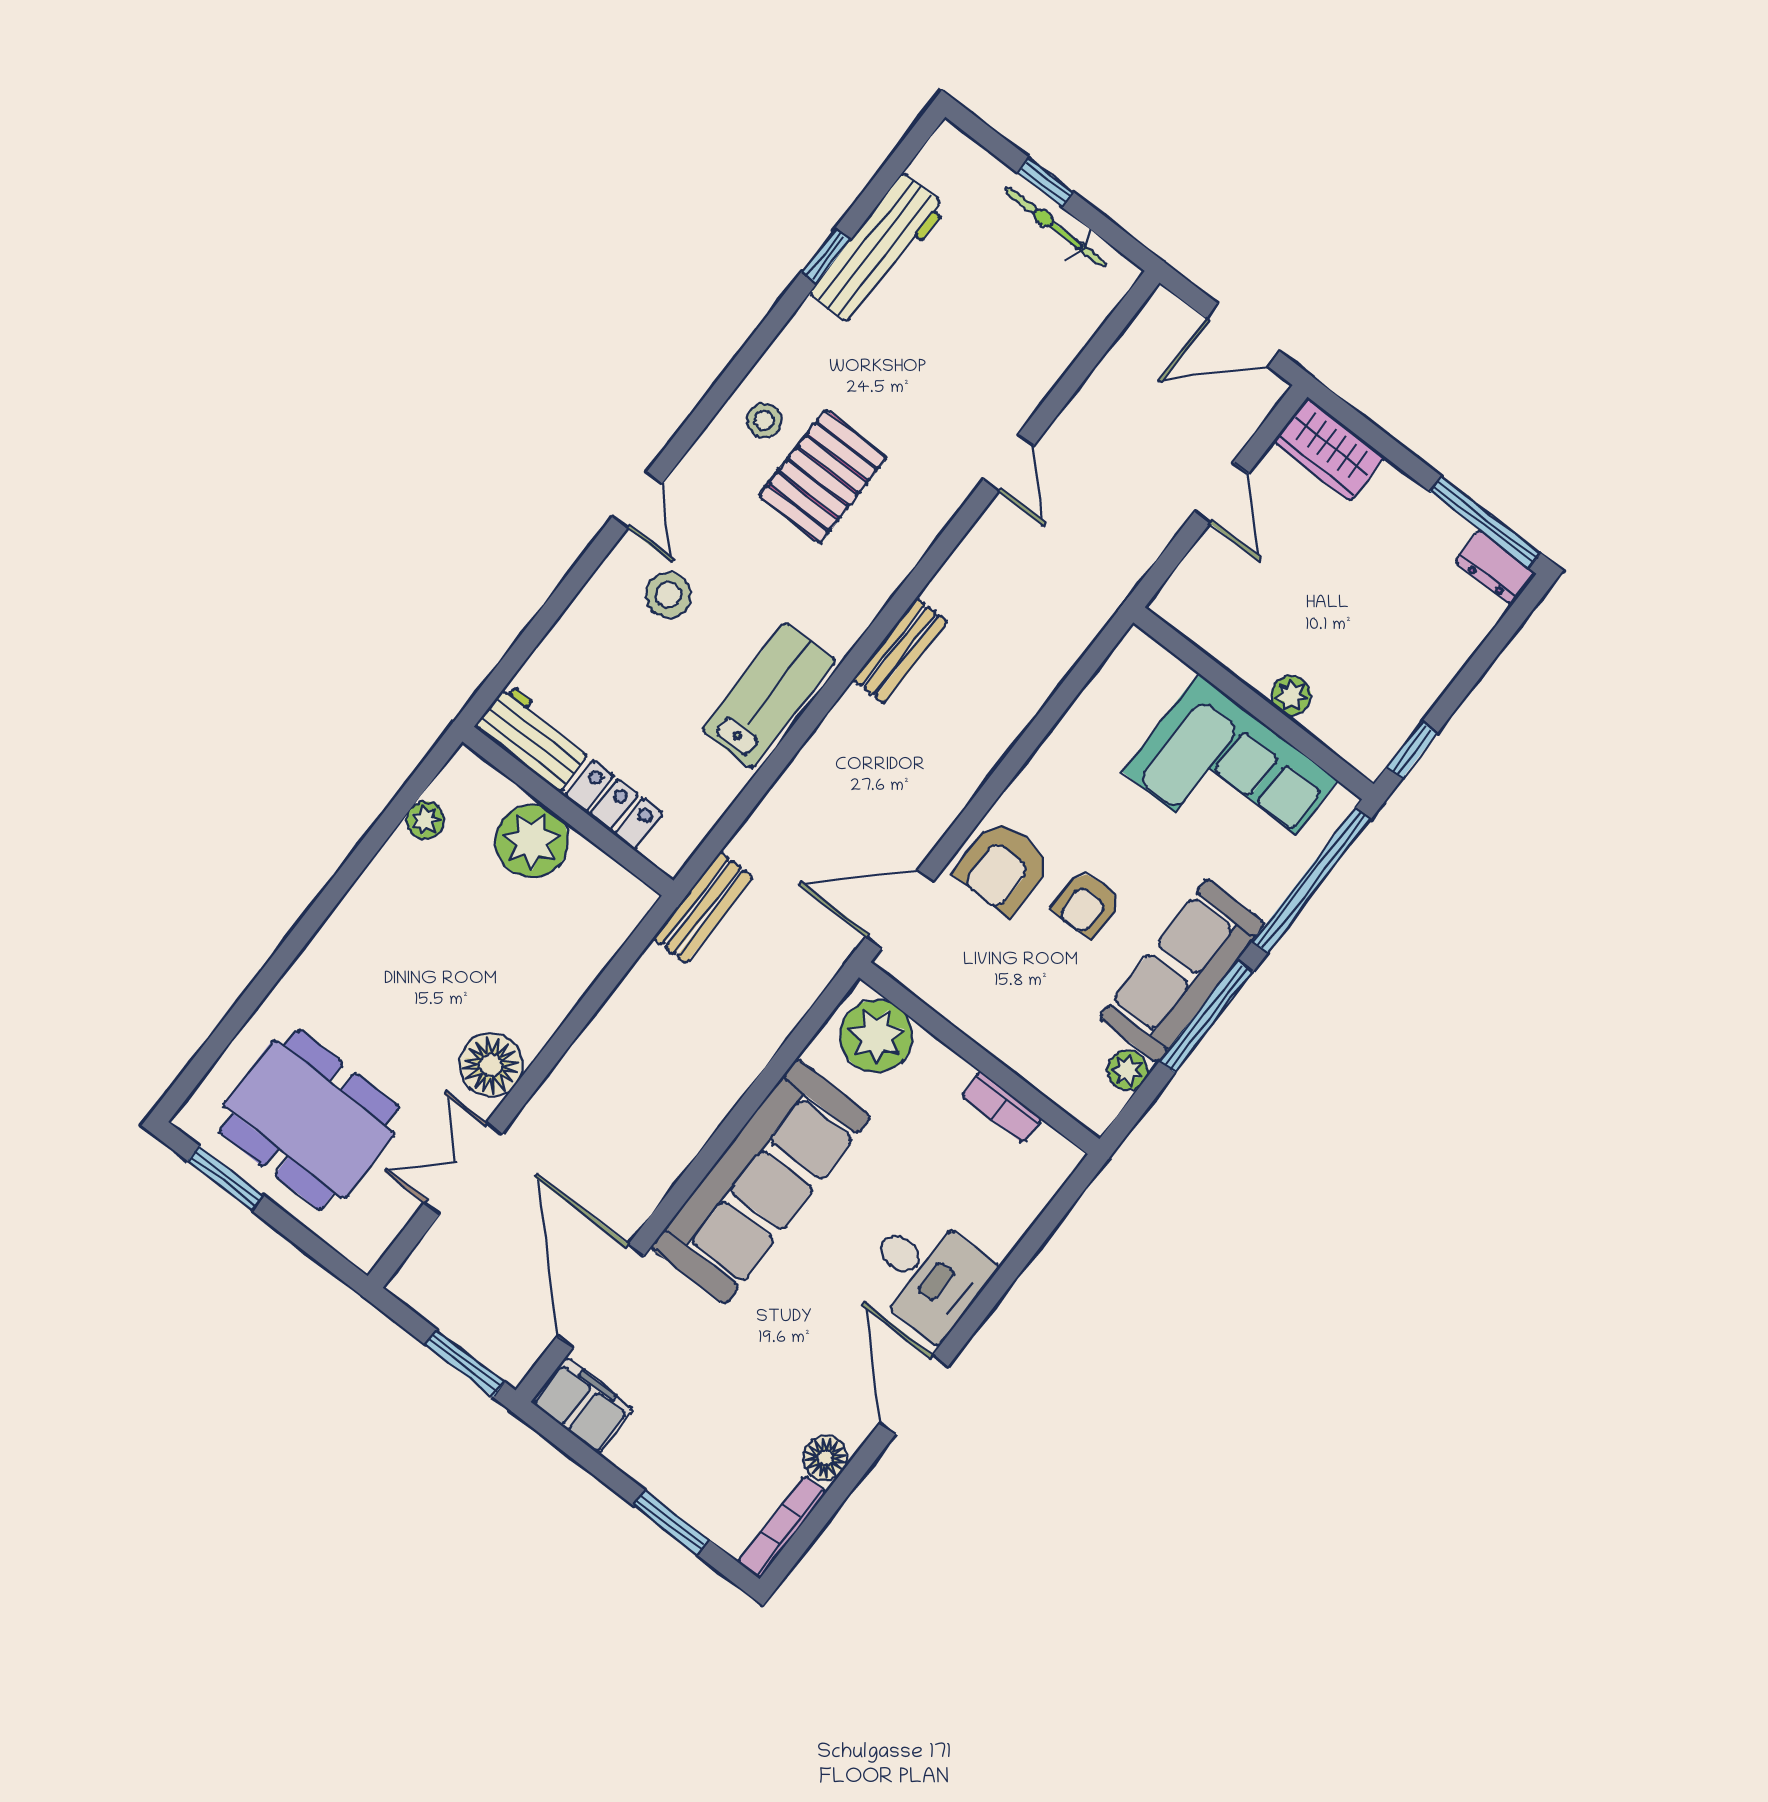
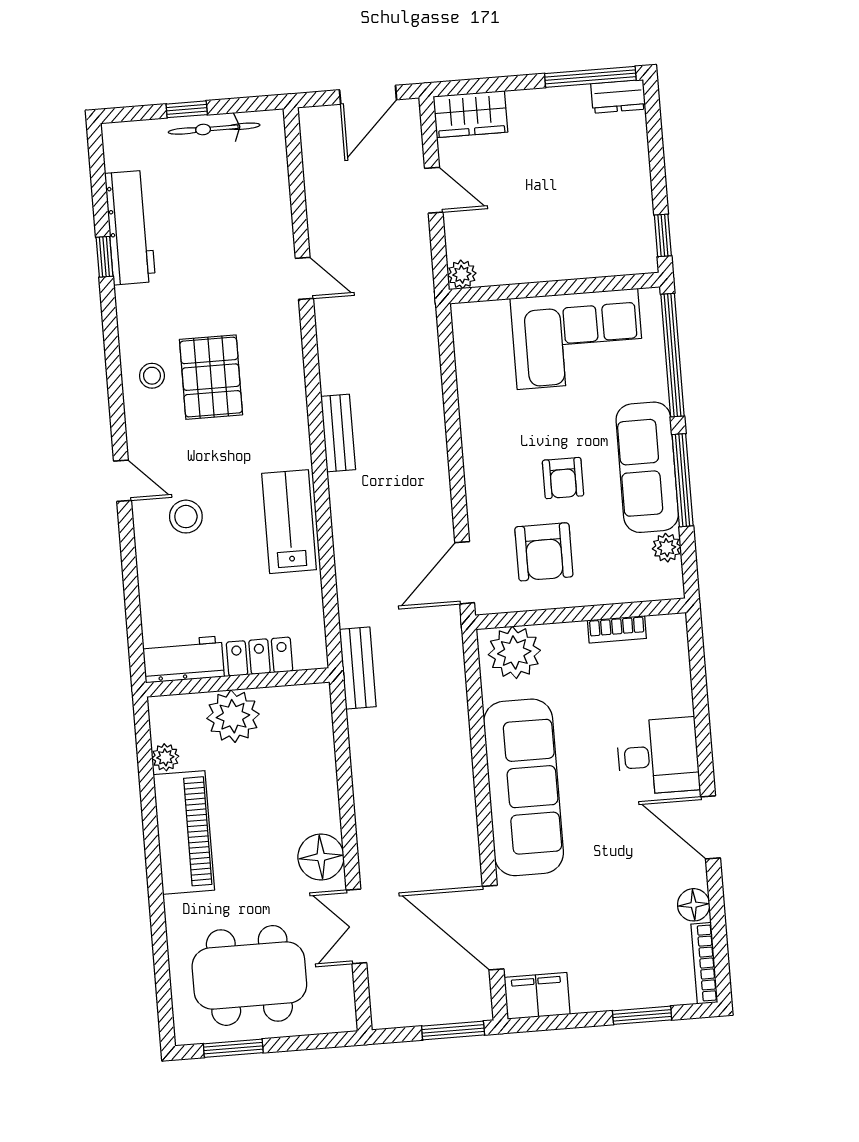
plant: (1291, 696) -> (462, 274), moved
armchair: (1003, 867) -> (544, 552), moved
piano: (375, 913) -> (184, 832), added

